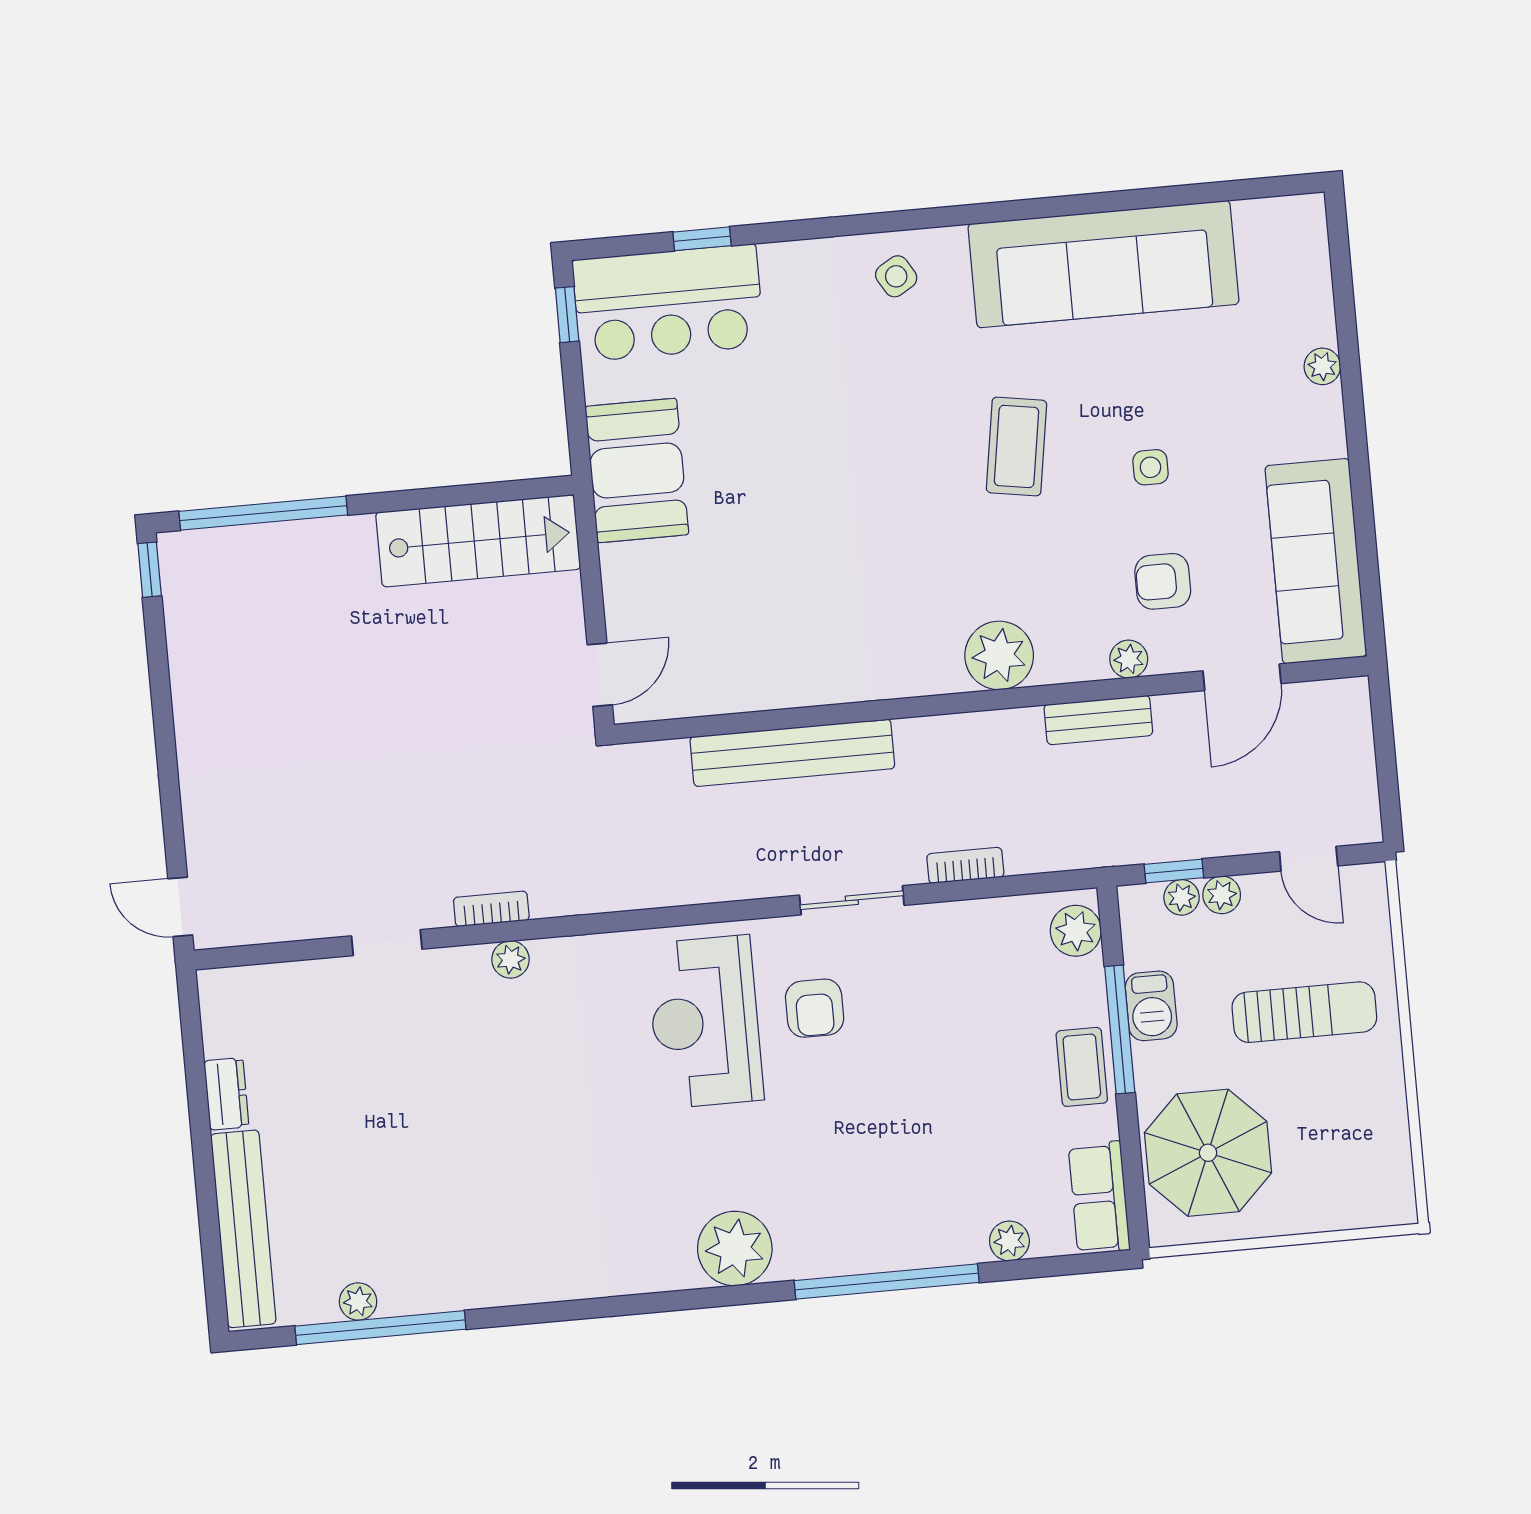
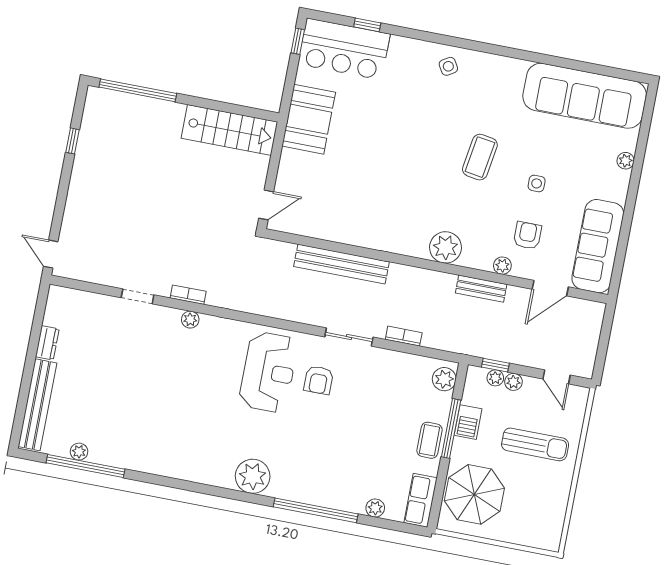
sofa: (1103, 264) -> (585, 96), moved
window: (150, 570) -> (72, 141), moved
armchair: (1163, 581) -> (527, 236), turned 90
reception desk: (705, 1022) -> (268, 372), turned 180

